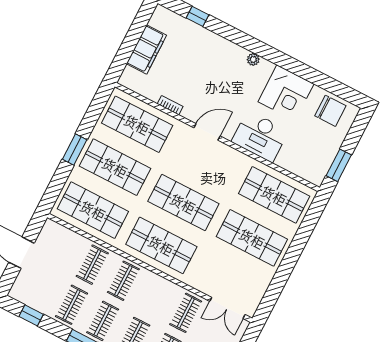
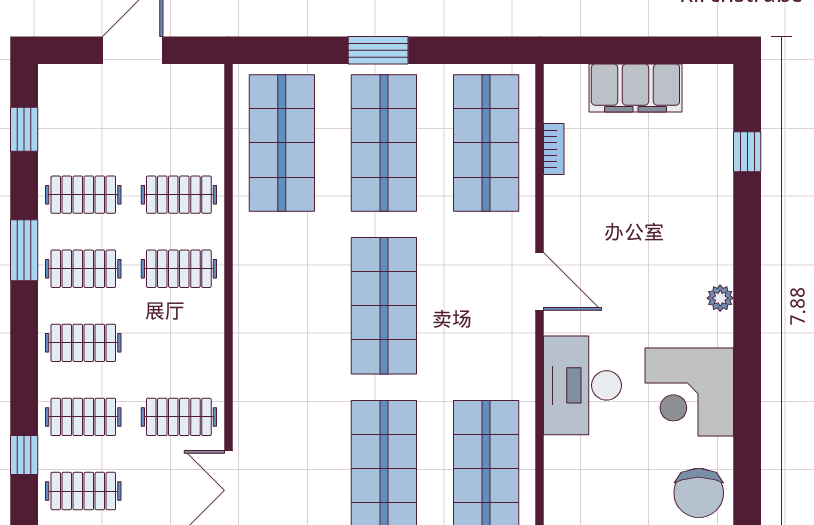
bookcase: (170, 105) -> (554, 149), moved
shop shelf: (161, 245) -> (282, 306), removed

